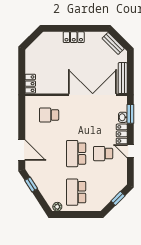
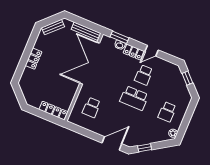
locker: (30, 84) -> (53, 111), width x1.53
school desk: (76, 192) -> (167, 112), width x0.54

